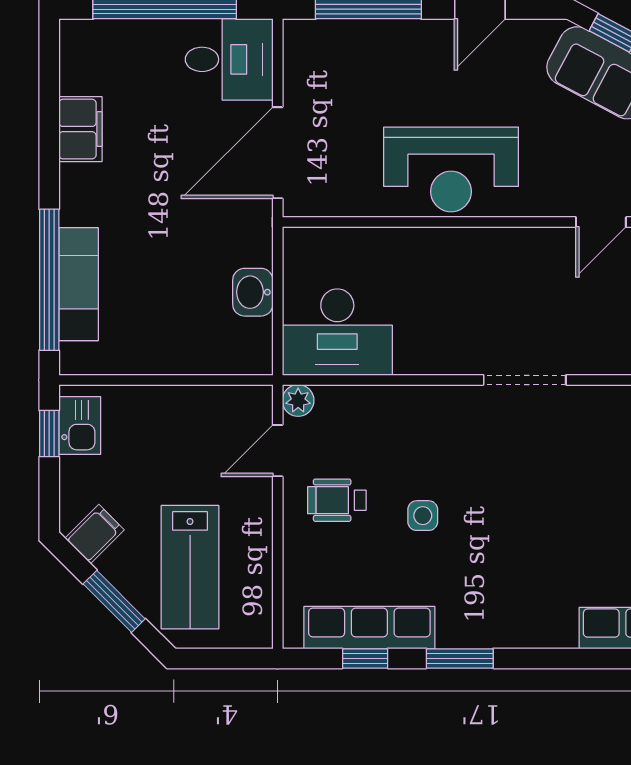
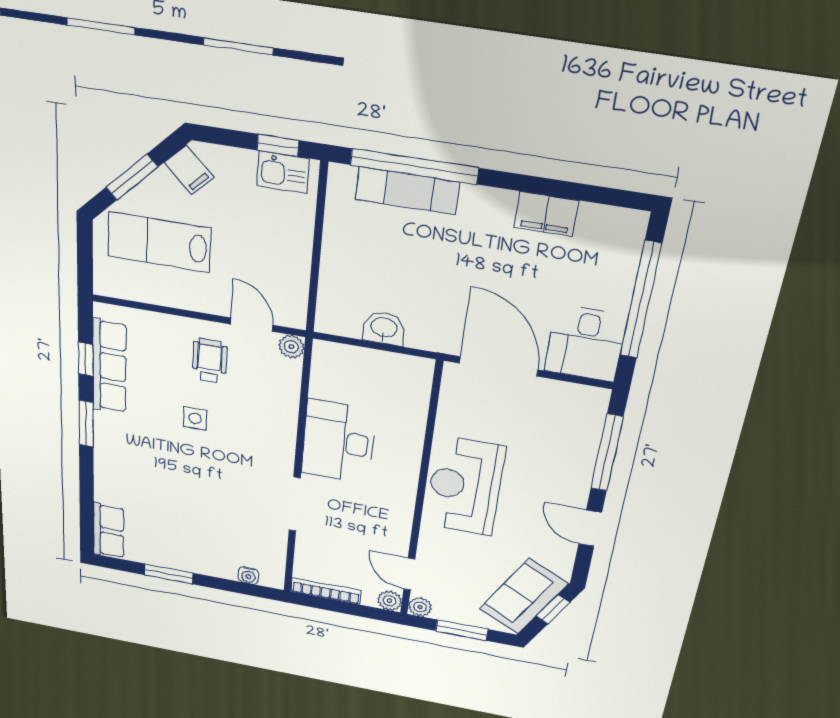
desk: (337, 332) -> (338, 442), moved

